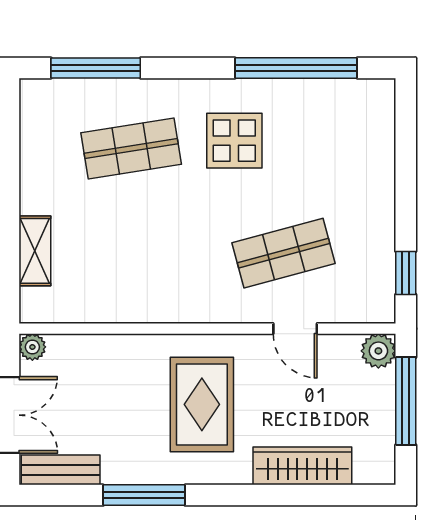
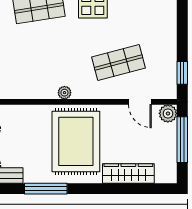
plant: (180, 311) -> (64, 93), added
door: (295, 329) -> (140, 102), moved
rug: (202, 404) -> (76, 141), width x1.37, depth x1.44

